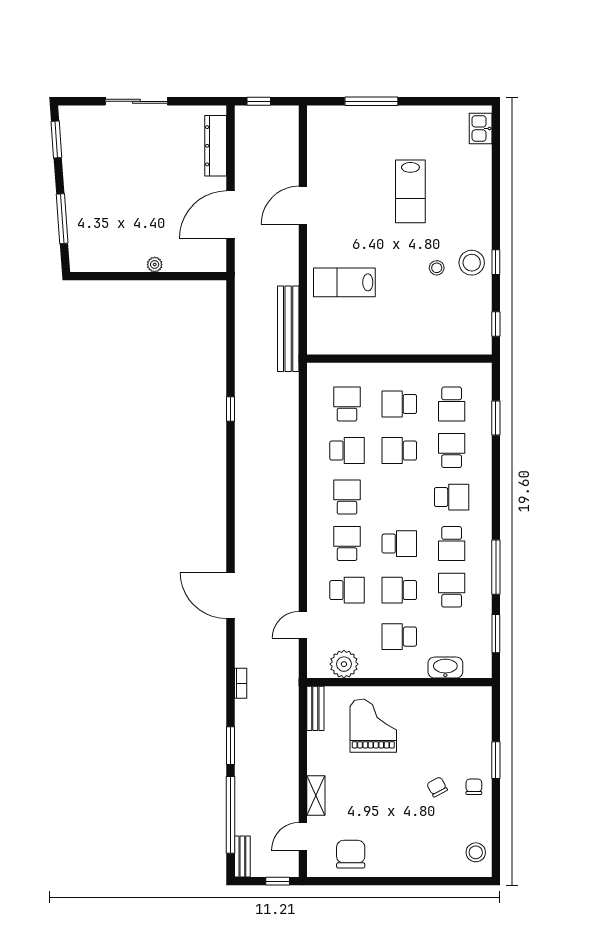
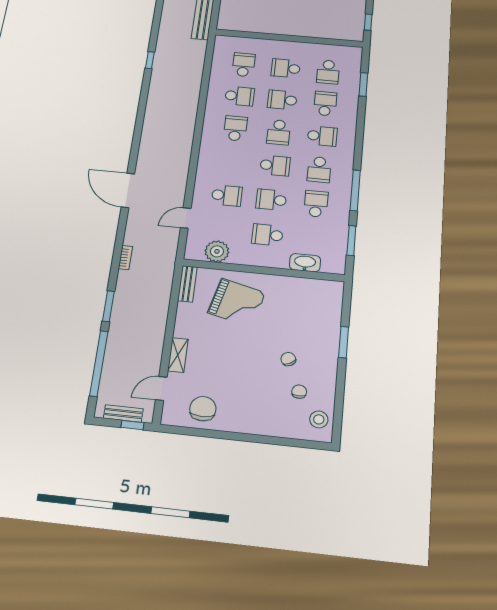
school desk: (347, 544) -> (279, 132), moved, turned 180
grand piano: (373, 726) -> (237, 303), turned 104
chair: (474, 787) -> (299, 392), moved
bench: (242, 856) -> (123, 413), moved, turned 90

